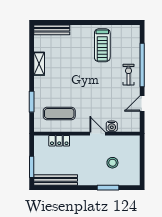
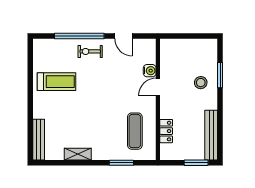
stool: (112, 163) -> (201, 83), moved

